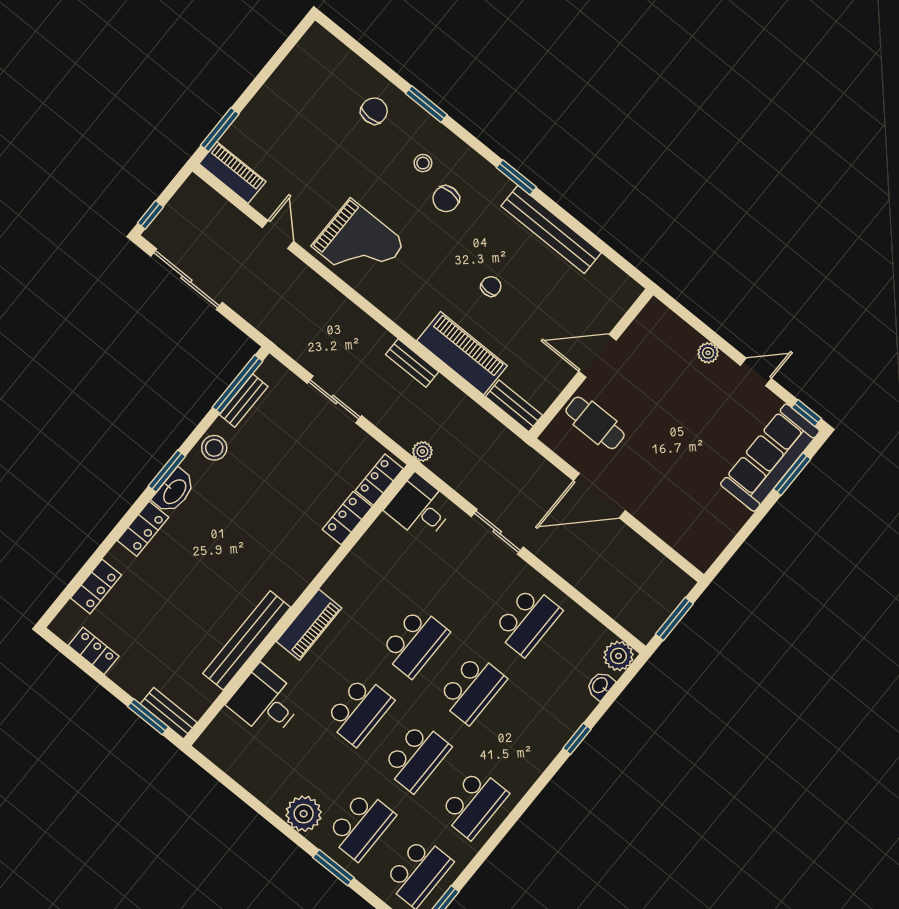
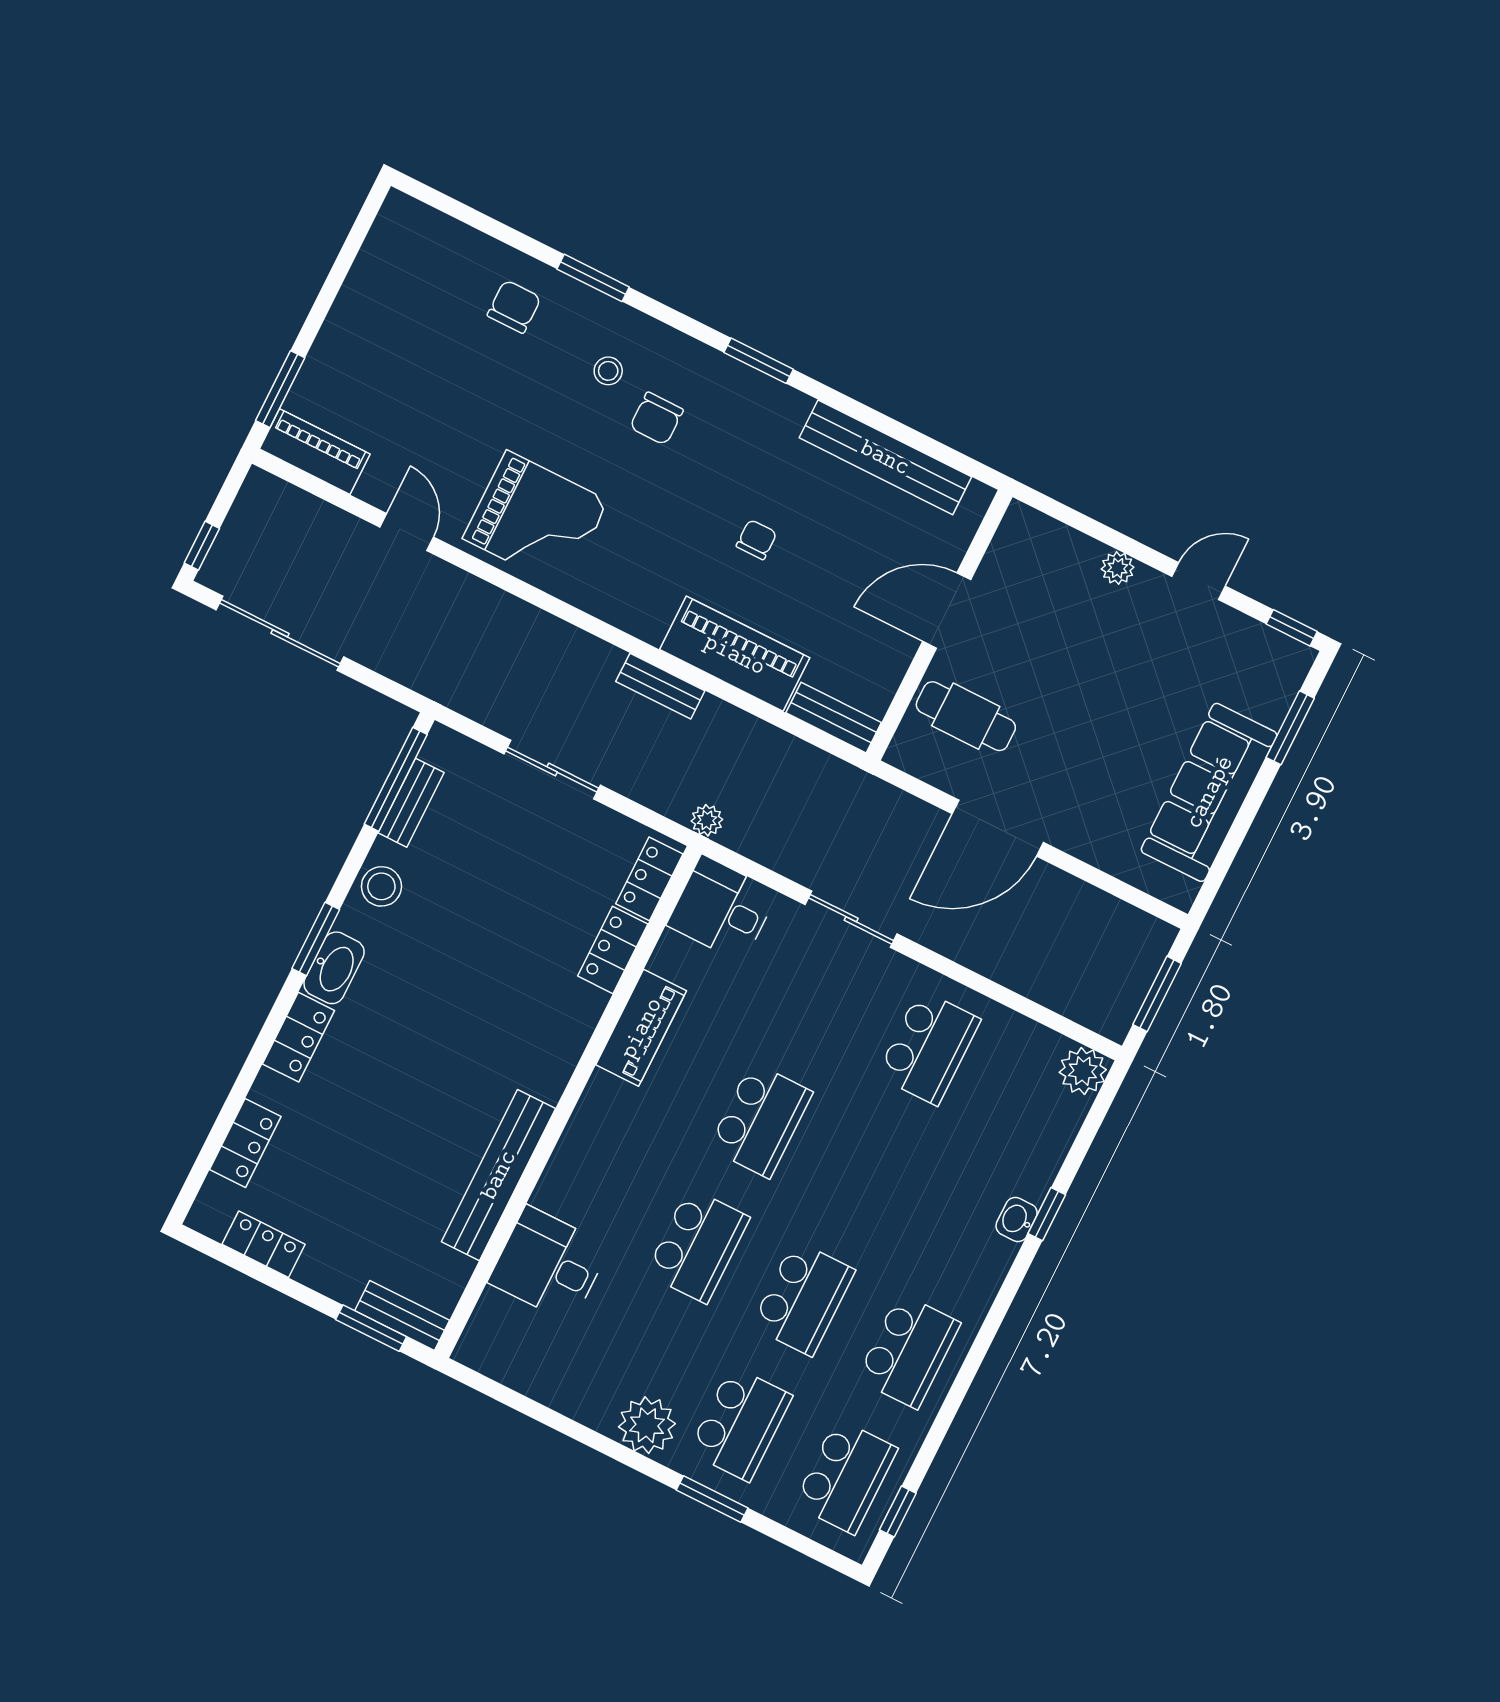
bench: (551, 229) -> (885, 457), moved
sofa: (770, 458) -> (1209, 792), moved
piano: (309, 625) -> (641, 1028), moved
washbasin: (600, 685) -> (1017, 1219), moved
school desk: (472, 689) -> (866, 1173), removed

